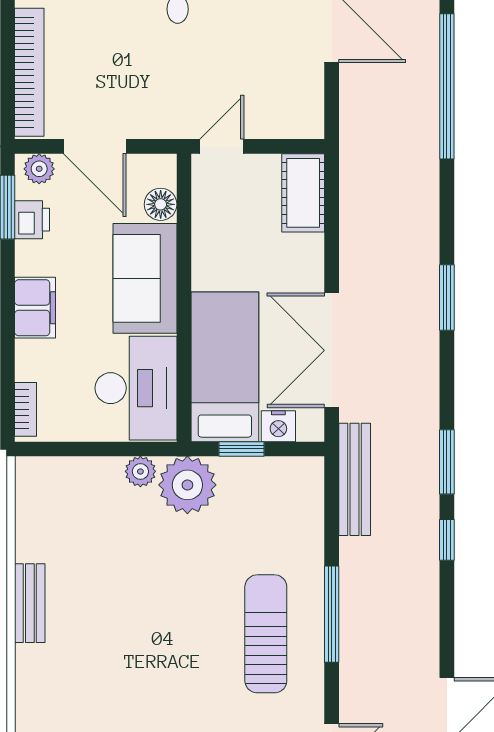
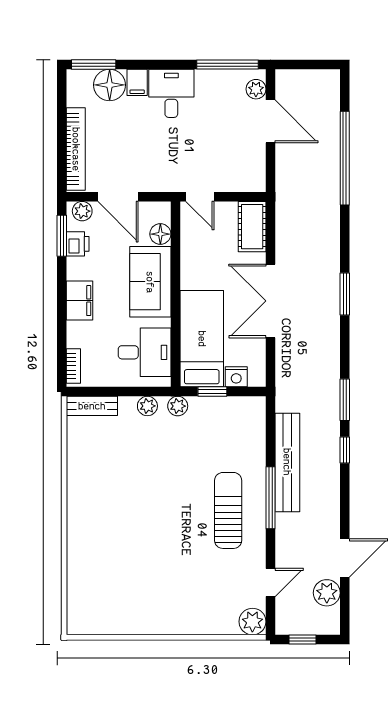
door: (222, 146) -> (200, 197), swing flipped
double door: (332, 350) -> (270, 301), moved
desk: (136, 388) -> (145, 352), width x0.73
bench: (355, 479) -> (287, 462), moved, width x1.37, depth x1.21
plant: (187, 485) -> (178, 406), width x0.53, depth x0.53
bench: (30, 603) -> (92, 406), moved, turned 90

